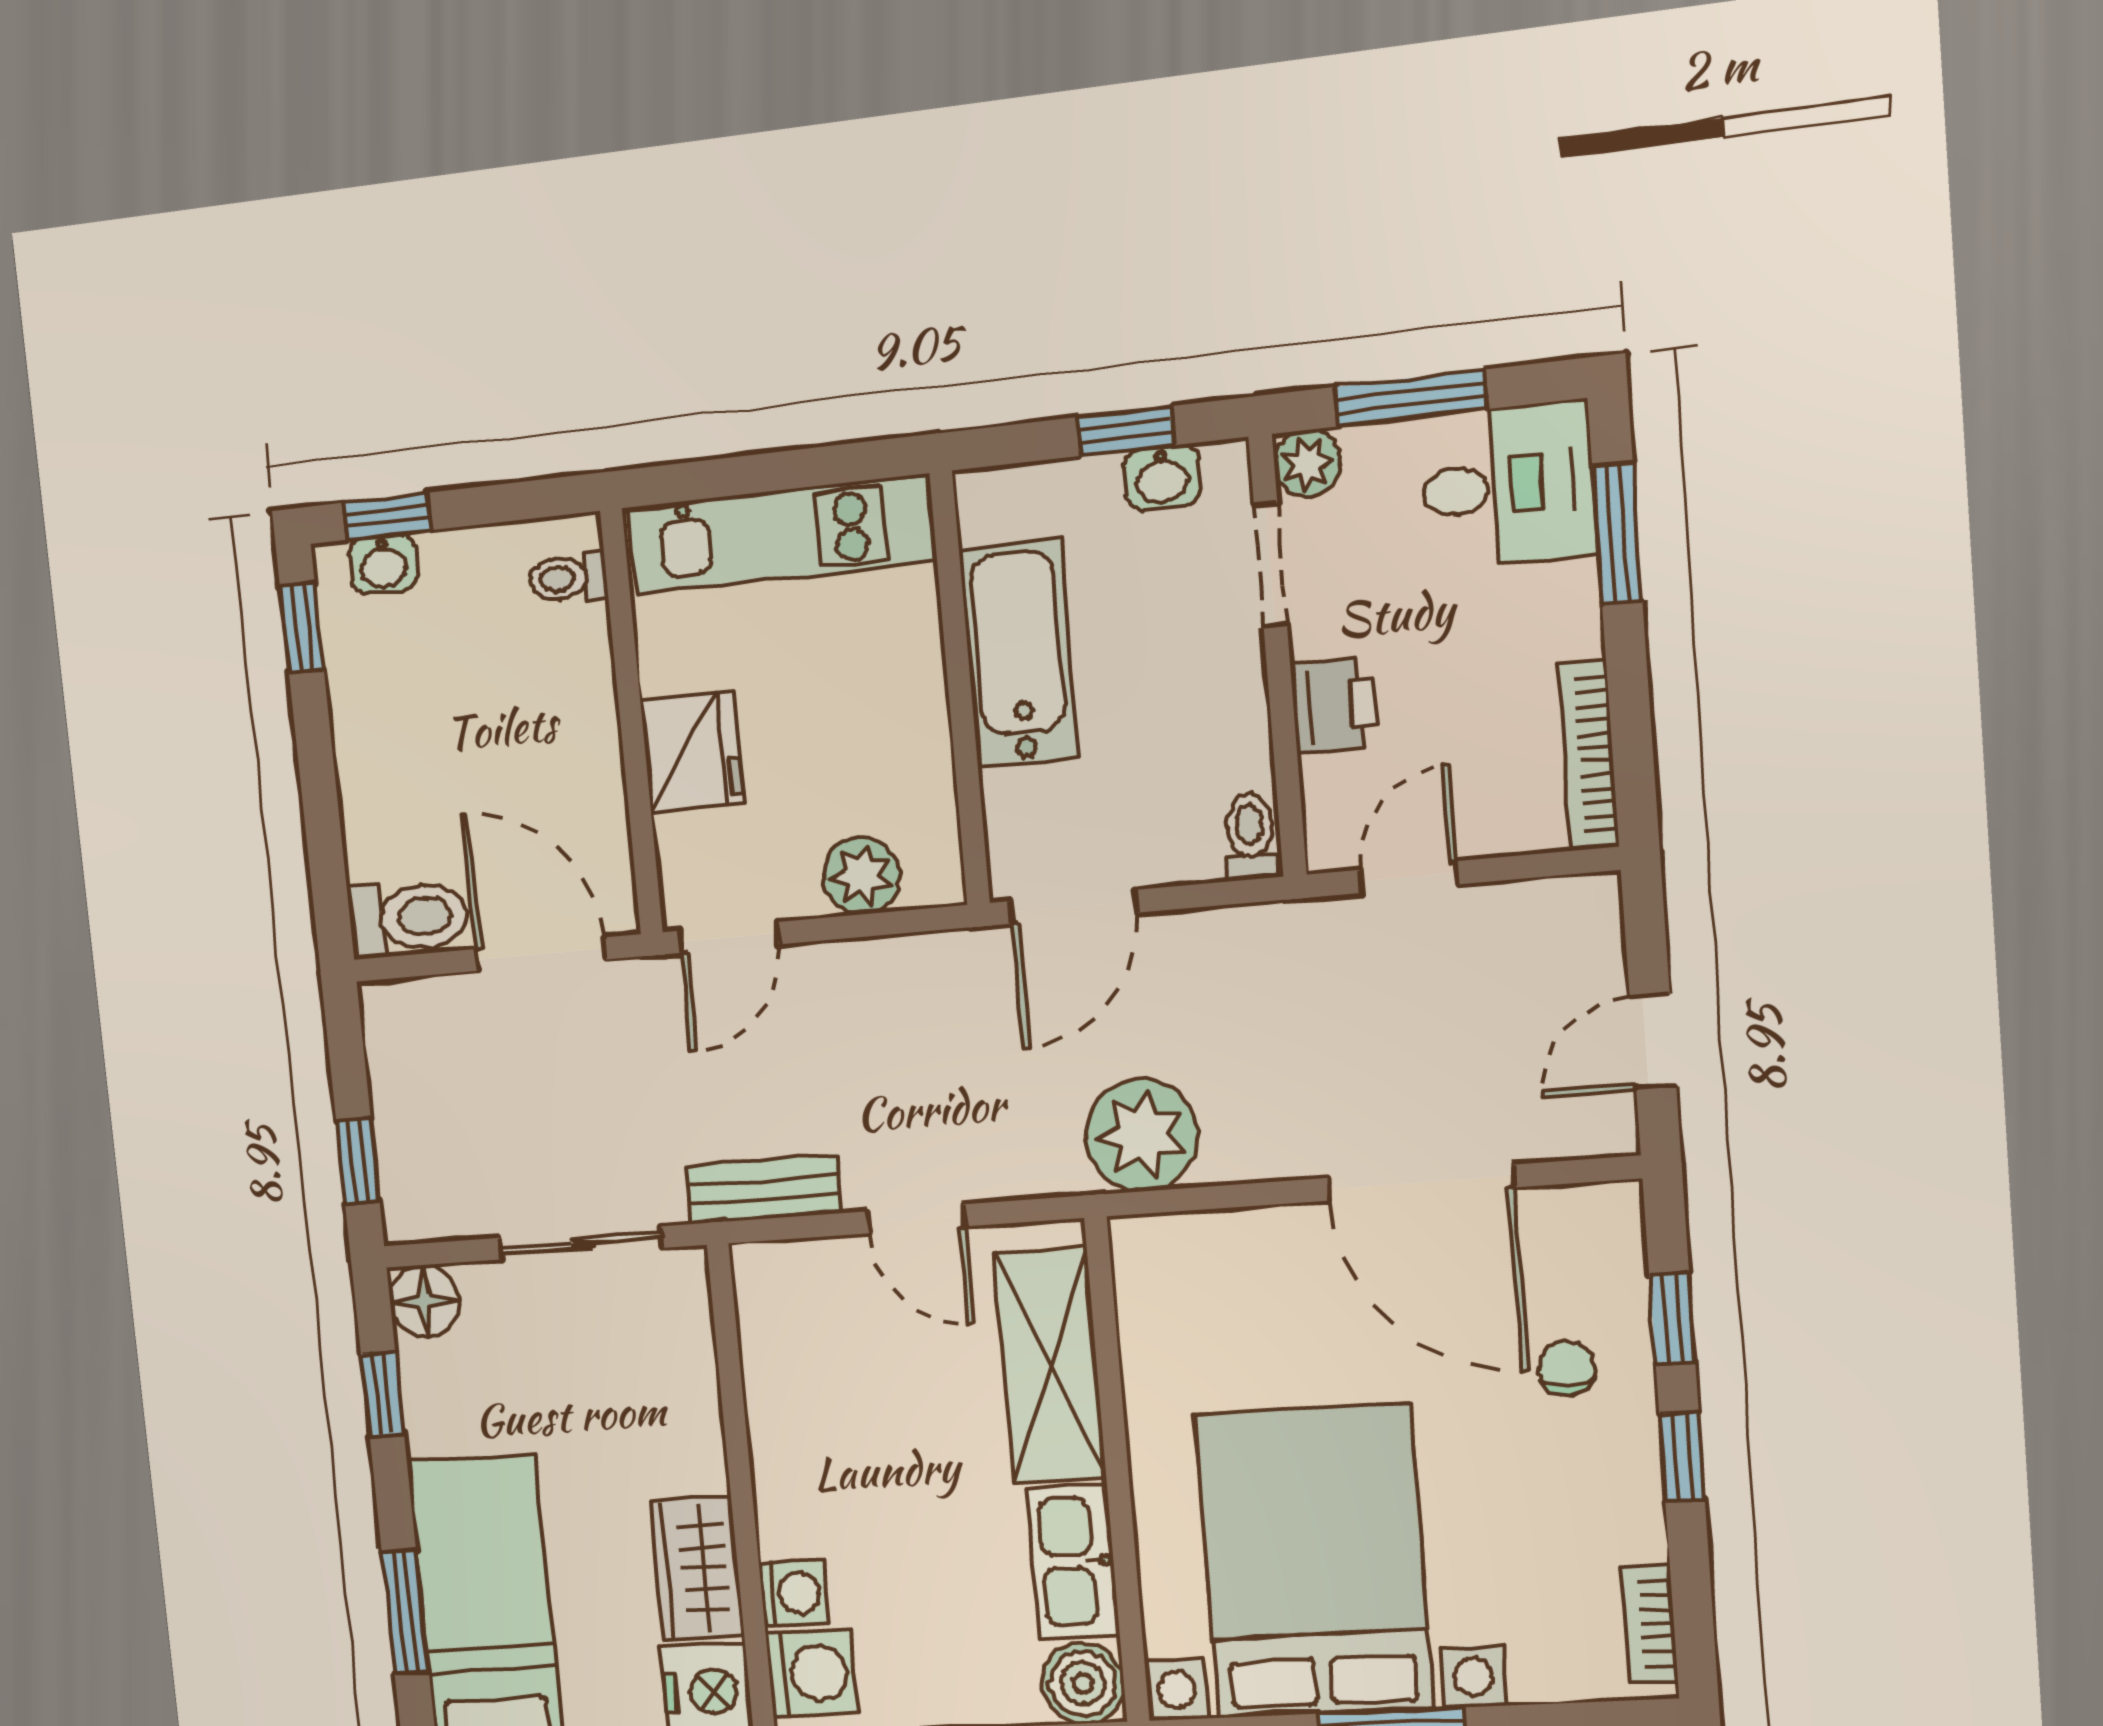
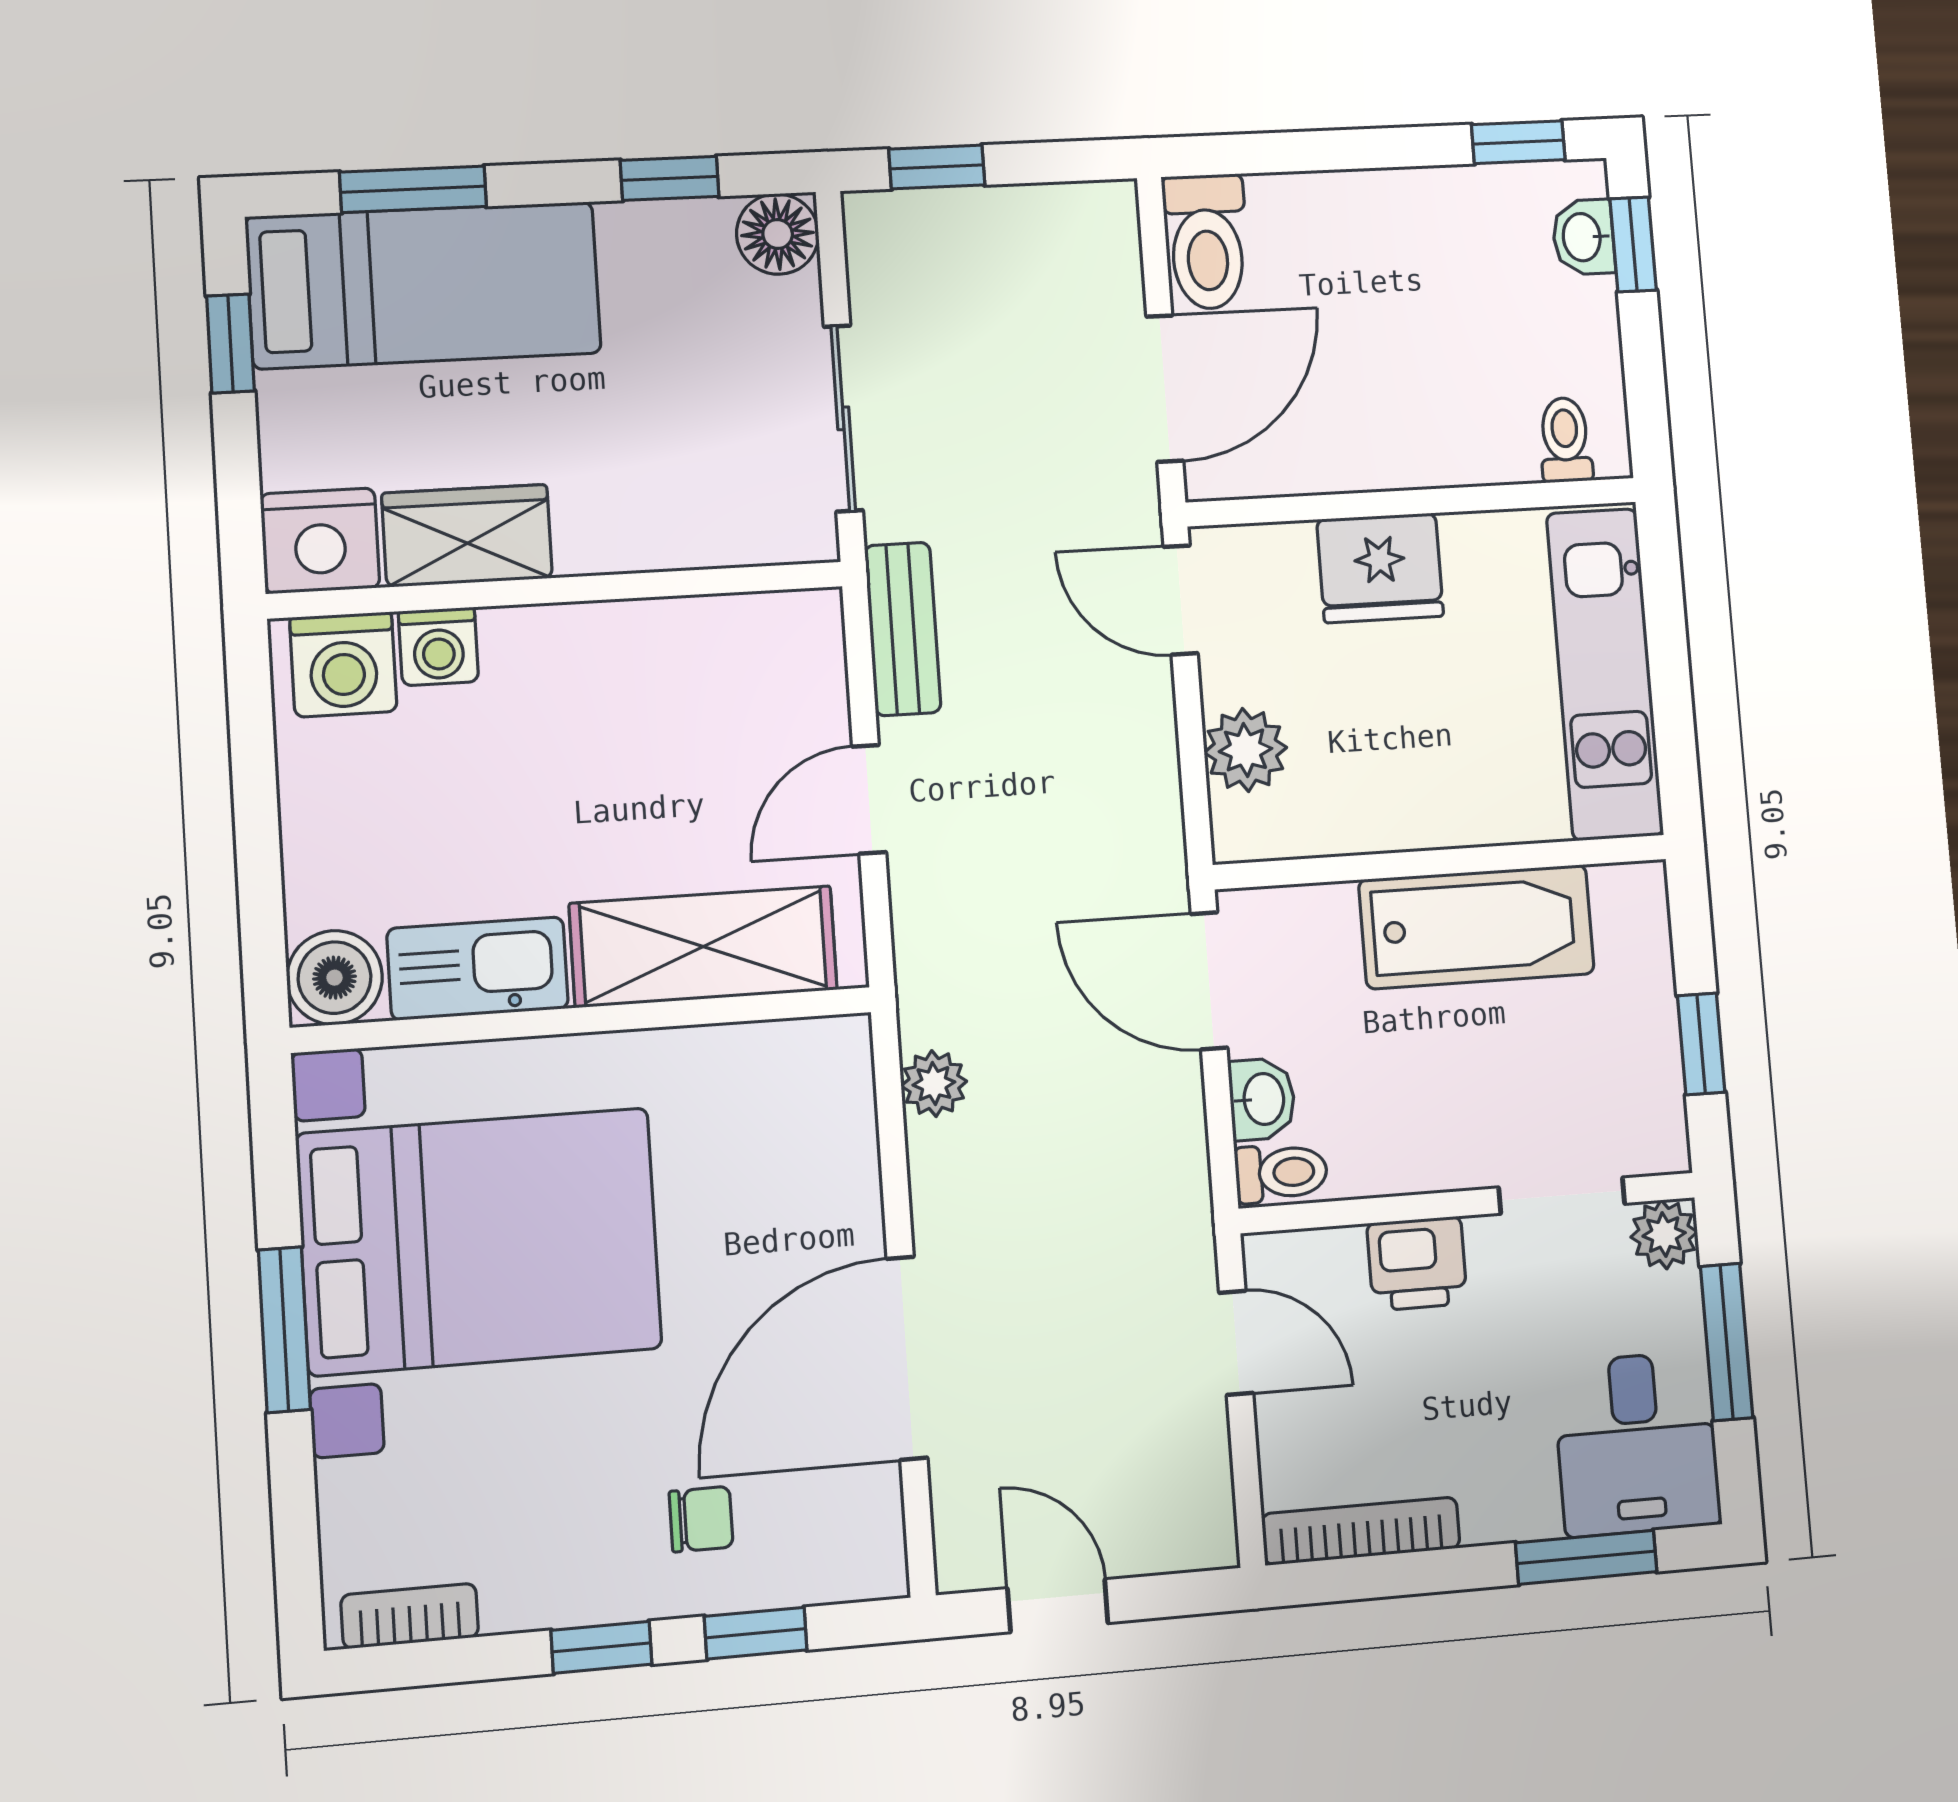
washbasin: (1162, 477) -> (1262, 1099), moved, turned 180
plant: (1142, 1135) -> (934, 1084), width x0.53, depth x0.53

